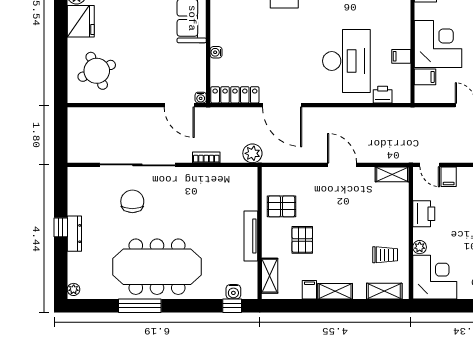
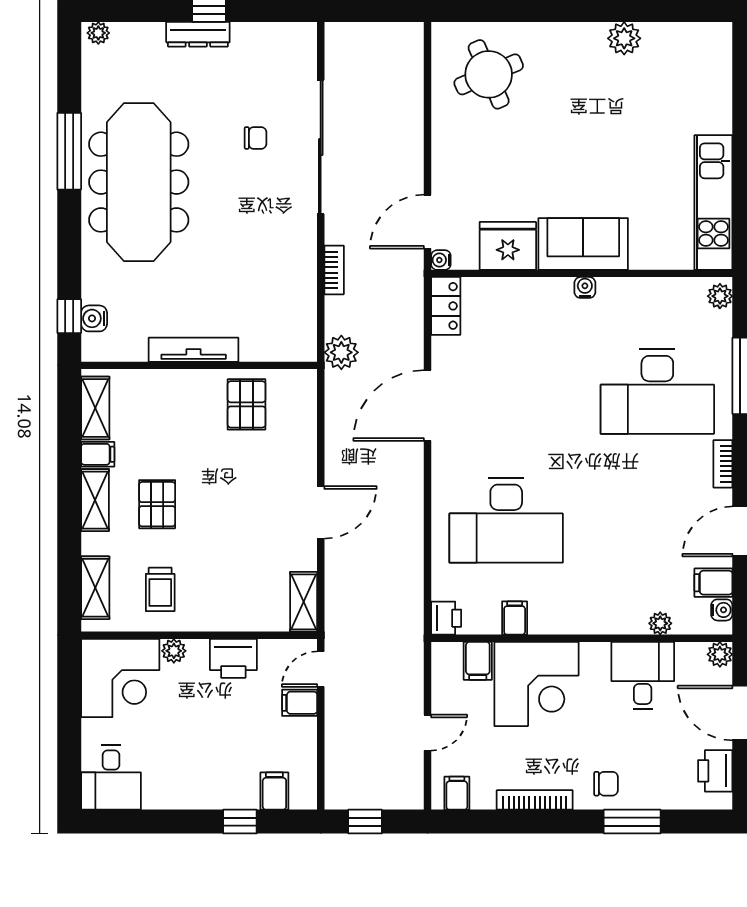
fridge: (81, 21) -> (508, 246), moved, turned 180
water cooler: (216, 52) -> (585, 287), moved
locker: (235, 95) -> (446, 306), width x0.66
printer: (383, 95) -> (446, 618), moved
chair: (132, 201) -> (255, 138), width x0.54, depth x0.54
pallet: (302, 240) -> (157, 504), moved, turned 90
shelving: (270, 276) -> (95, 408), moved, turned 90

